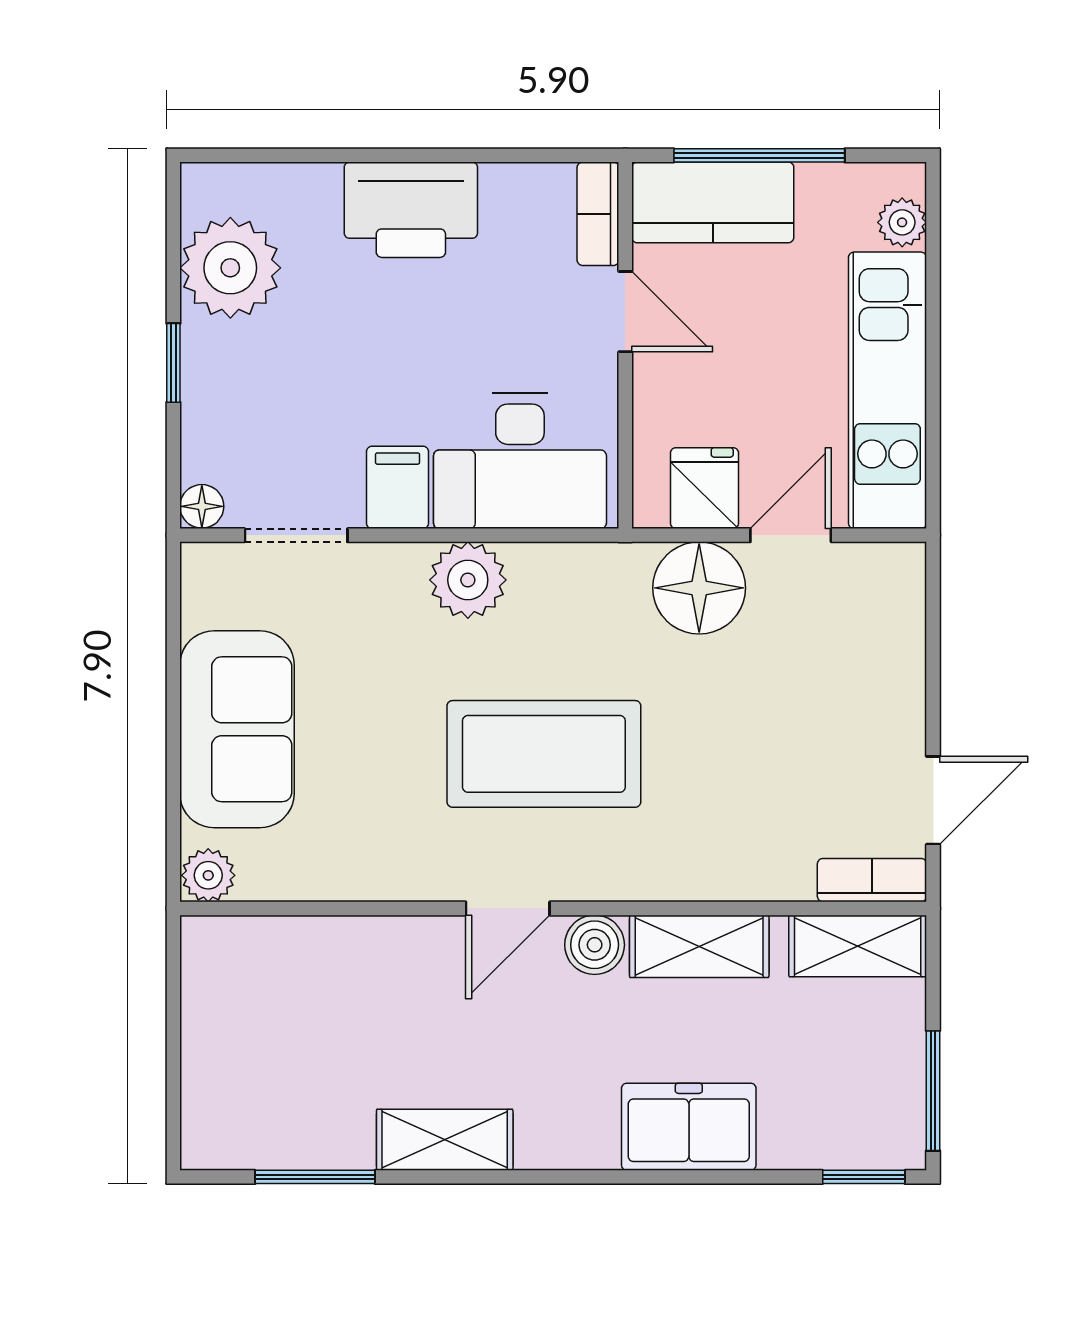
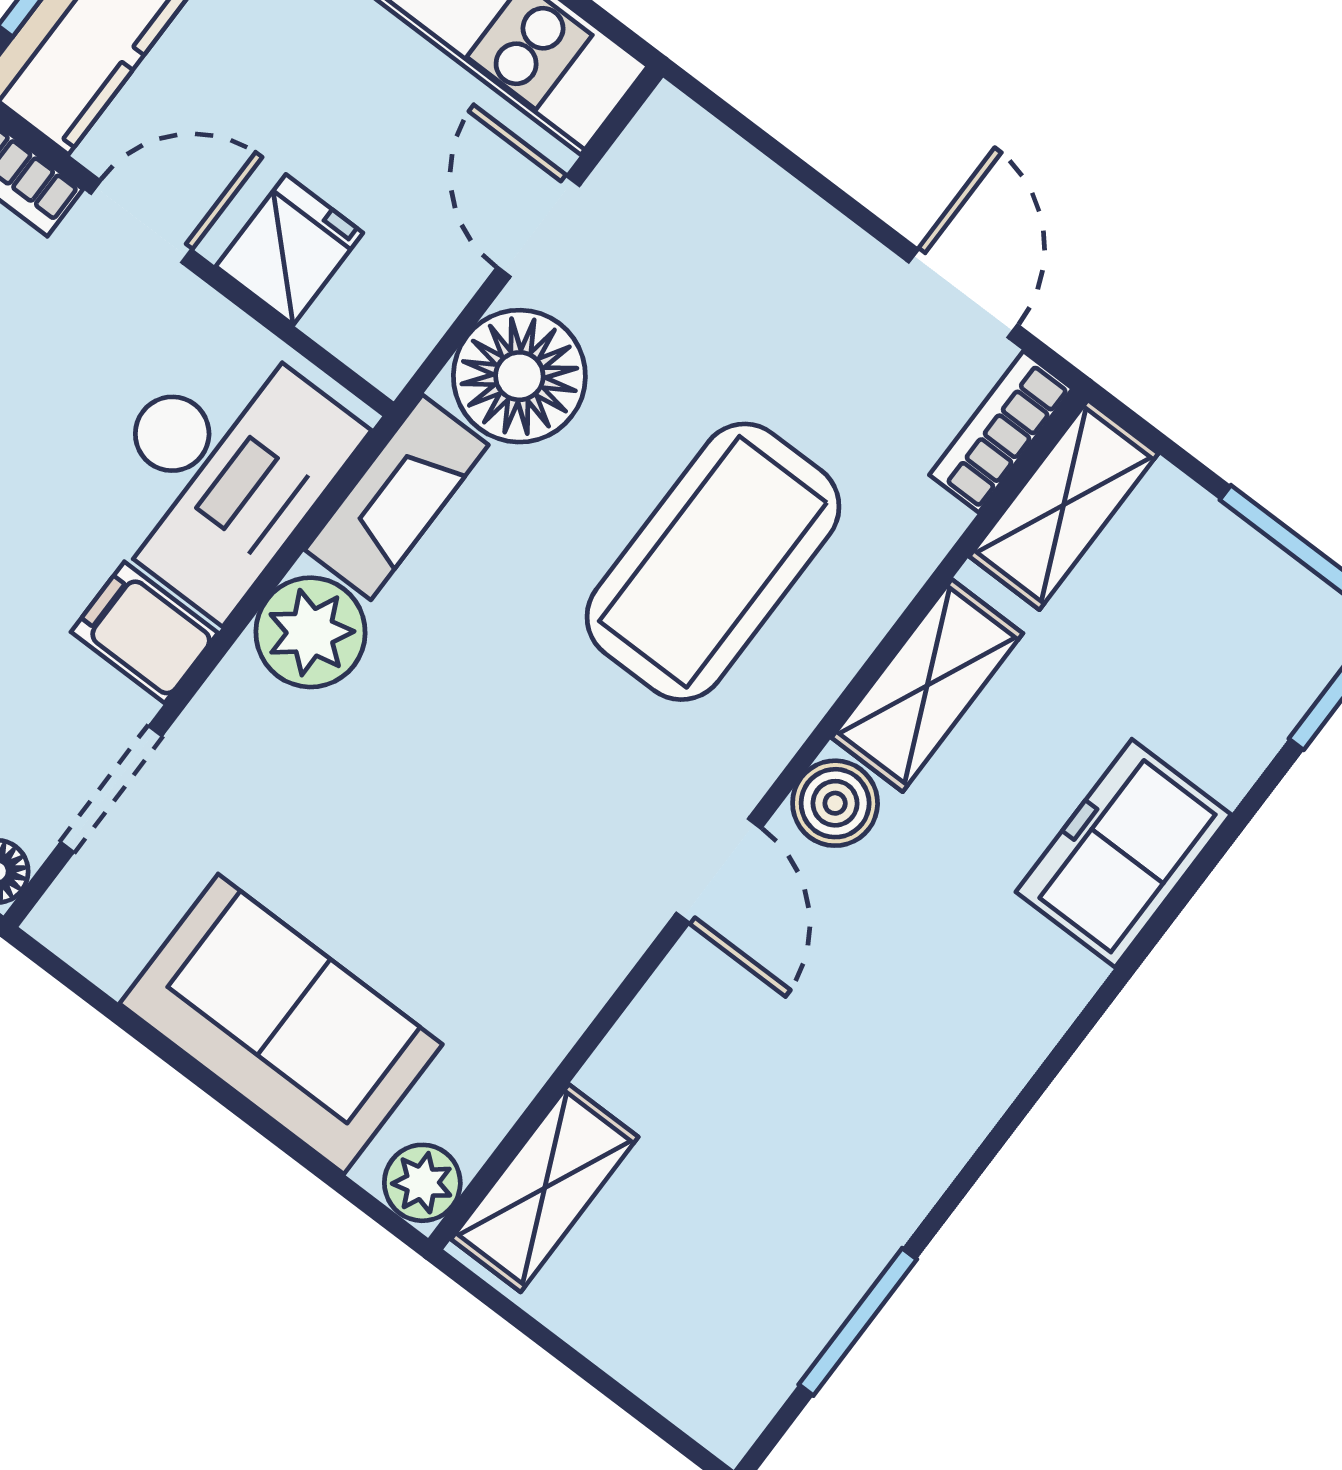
fridge: (705, 488) -> (289, 250), moved, turned 90
fireplace: (580, 571) -> (397, 497), added
coffee table: (544, 754) -> (713, 562), moved
shelving: (445, 1140) -> (545, 1188), moved

